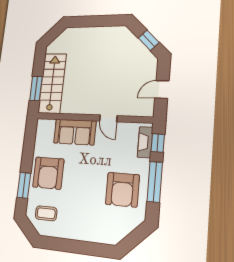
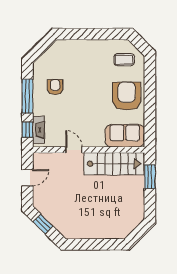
stairs: (52, 83) -> (114, 164), moved, turned -90
sofa: (75, 132) -> (125, 136), moved
window: (24, 185) -> (150, 83), removed
armchair: (122, 190) -> (55, 87), width x0.53, depth x0.53

